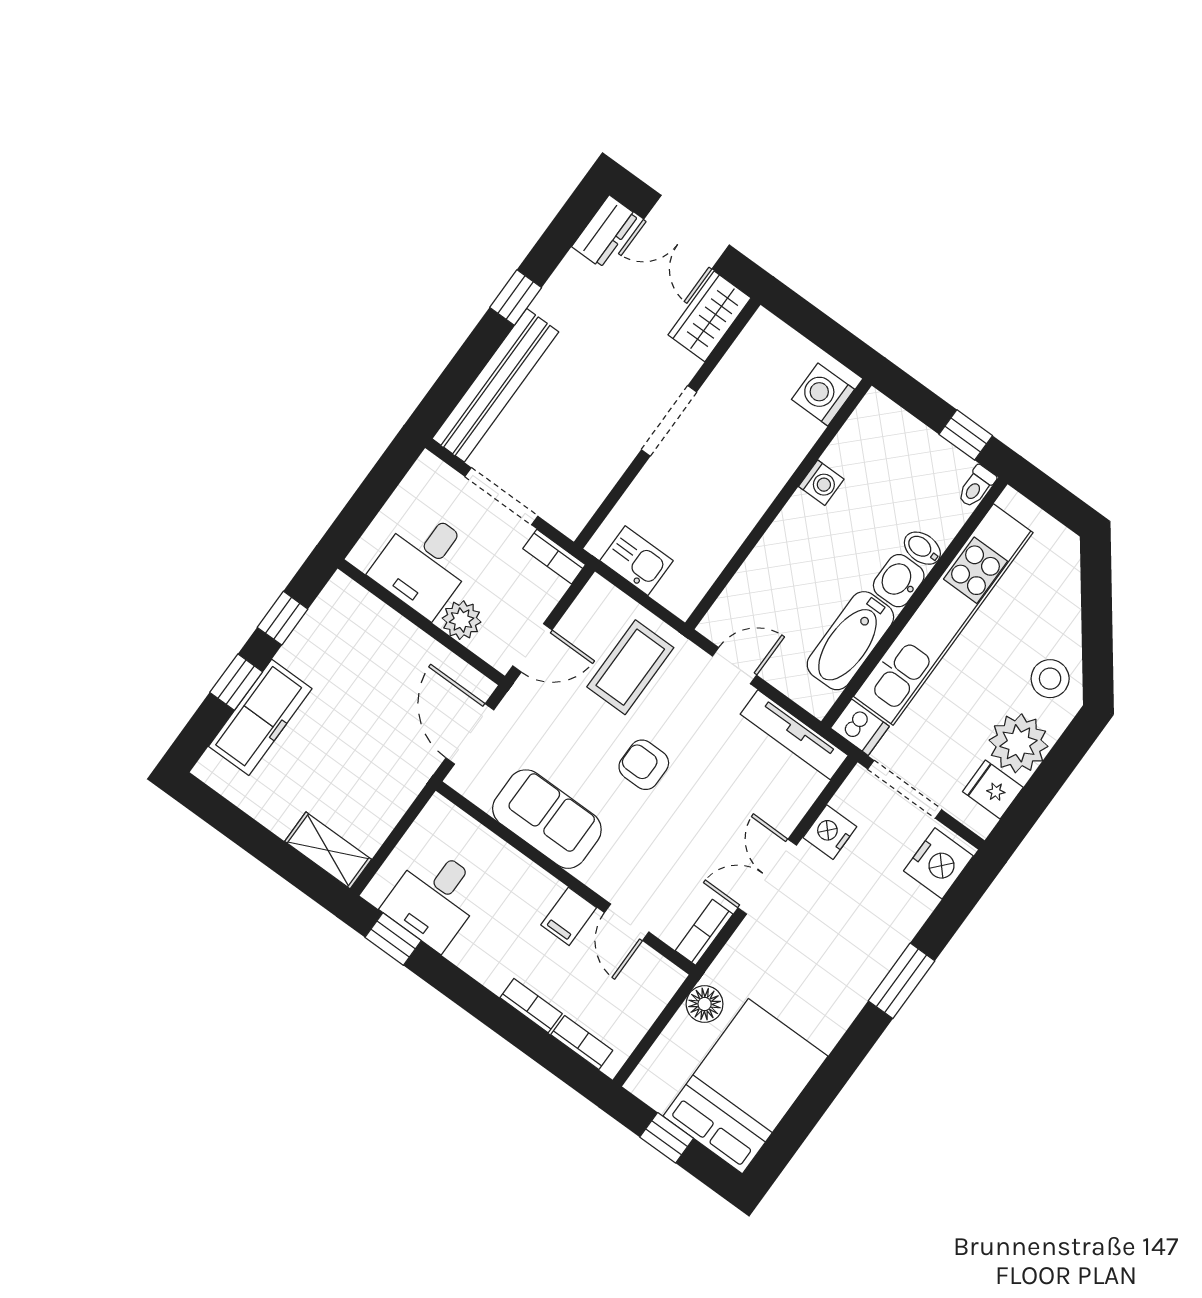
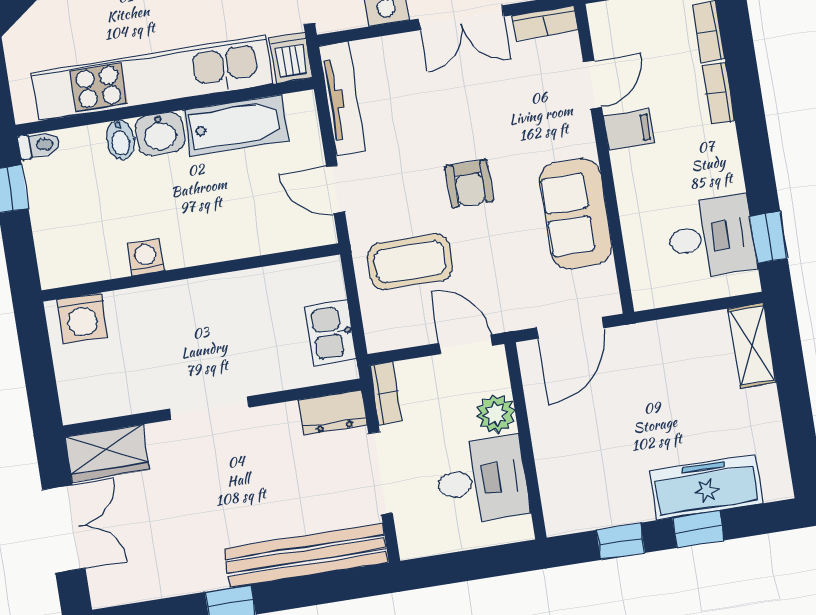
dresser: (605, 231) -> (333, 413), moved, turned 180

